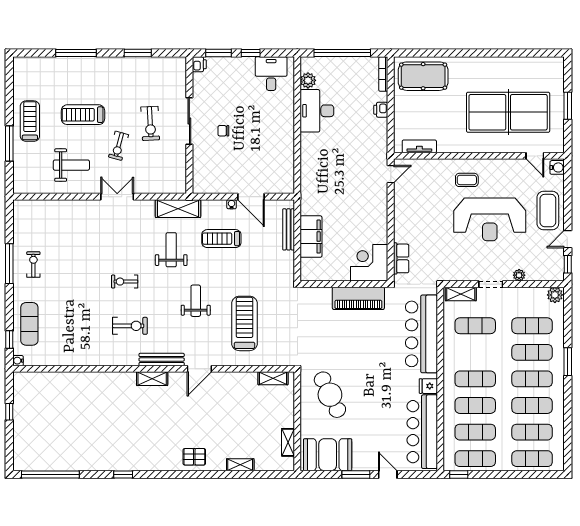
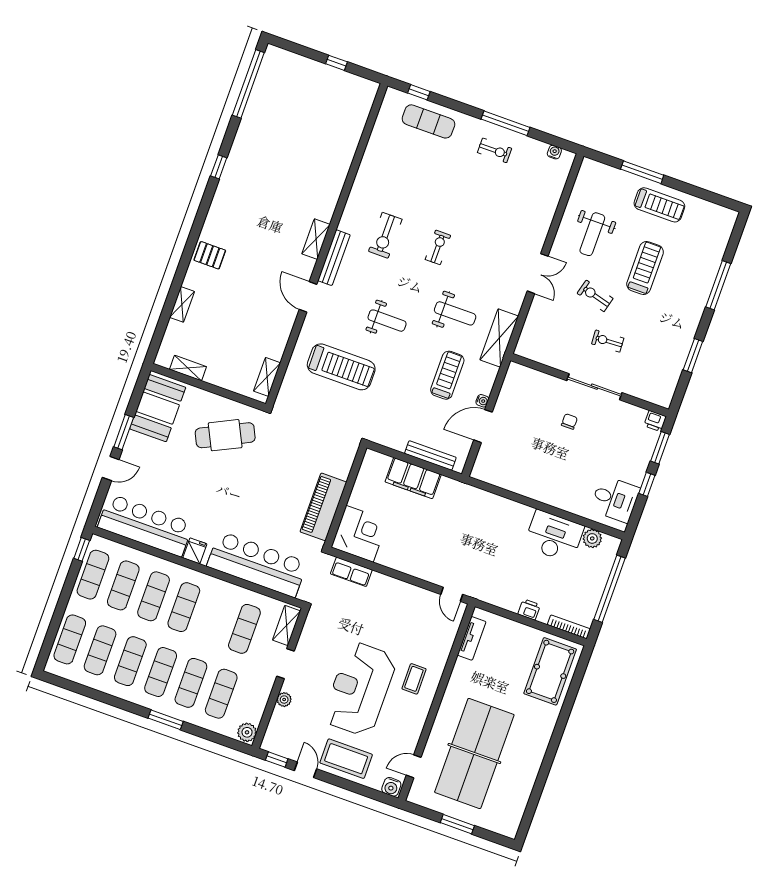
exercise bike: (150, 123) -> (608, 341), width x0.73, depth x0.72
water cooler: (18, 361) -> (554, 152), moved
pallet: (194, 457) -> (210, 255), turned 90

